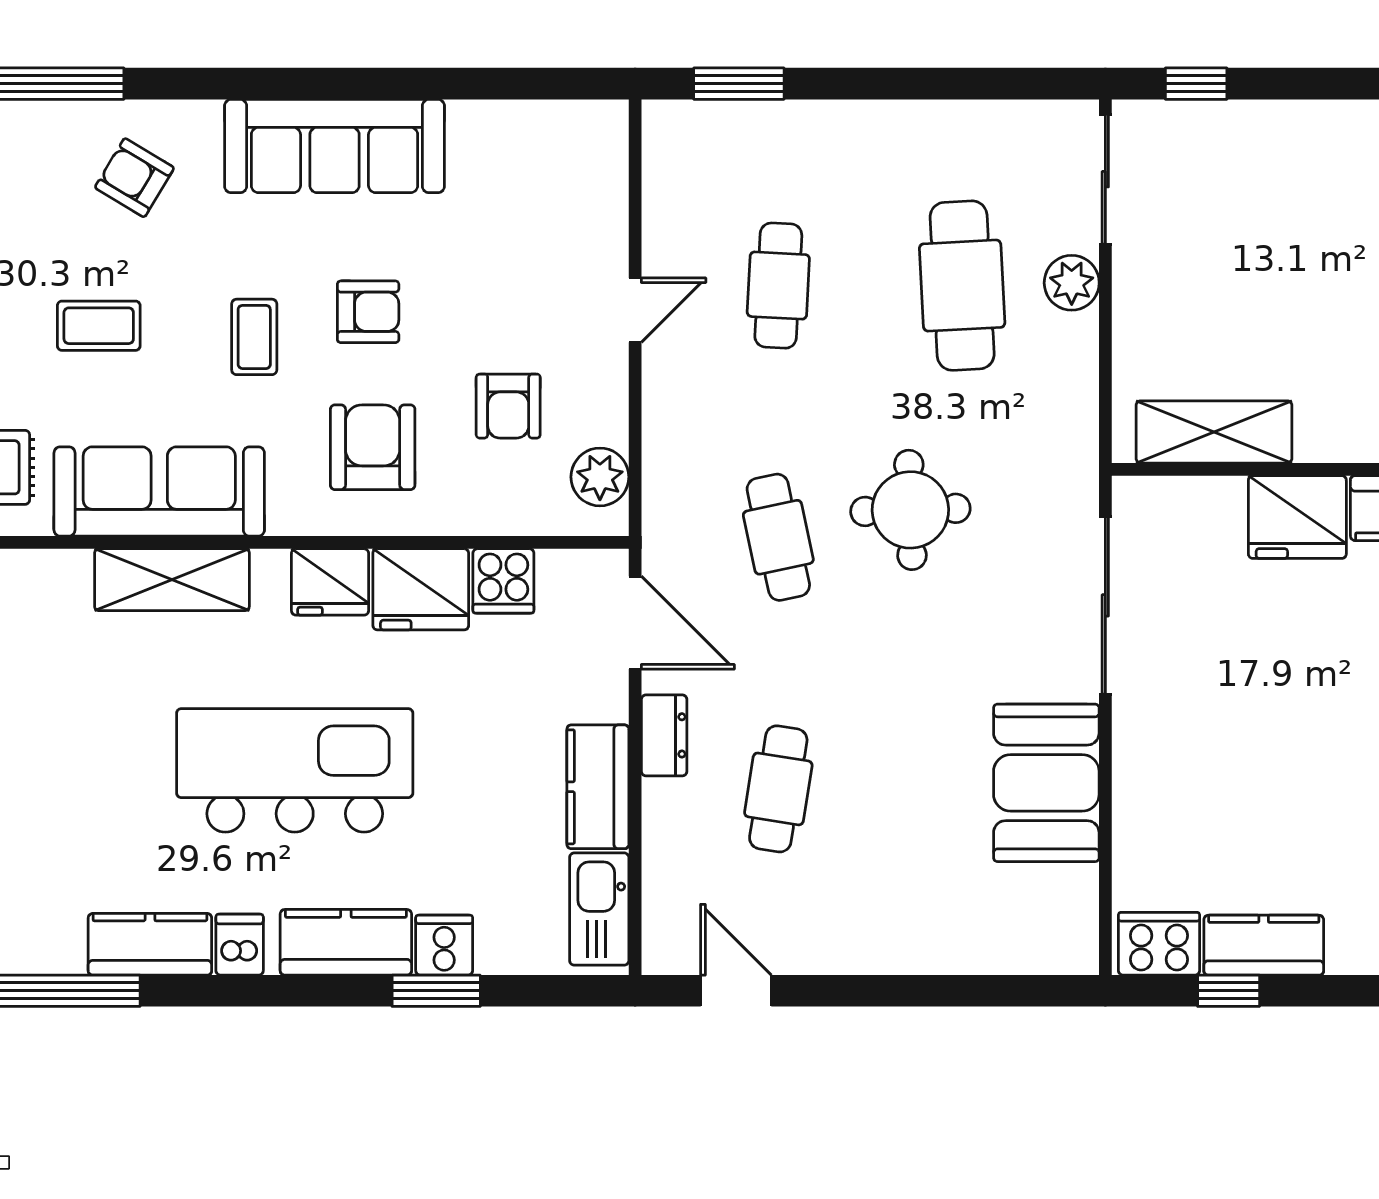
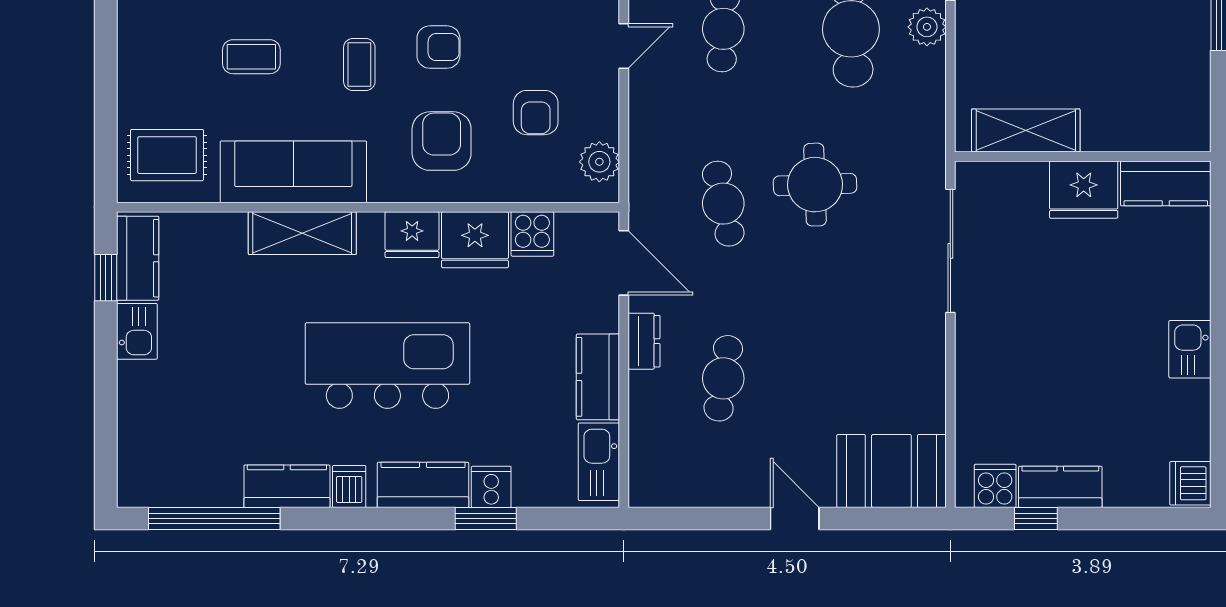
booth: (1046, 783) -> (891, 471), moved, turned 90
cooker: (1159, 944) -> (995, 486), width x0.73
door: (736, 991) -> (795, 519), moved

